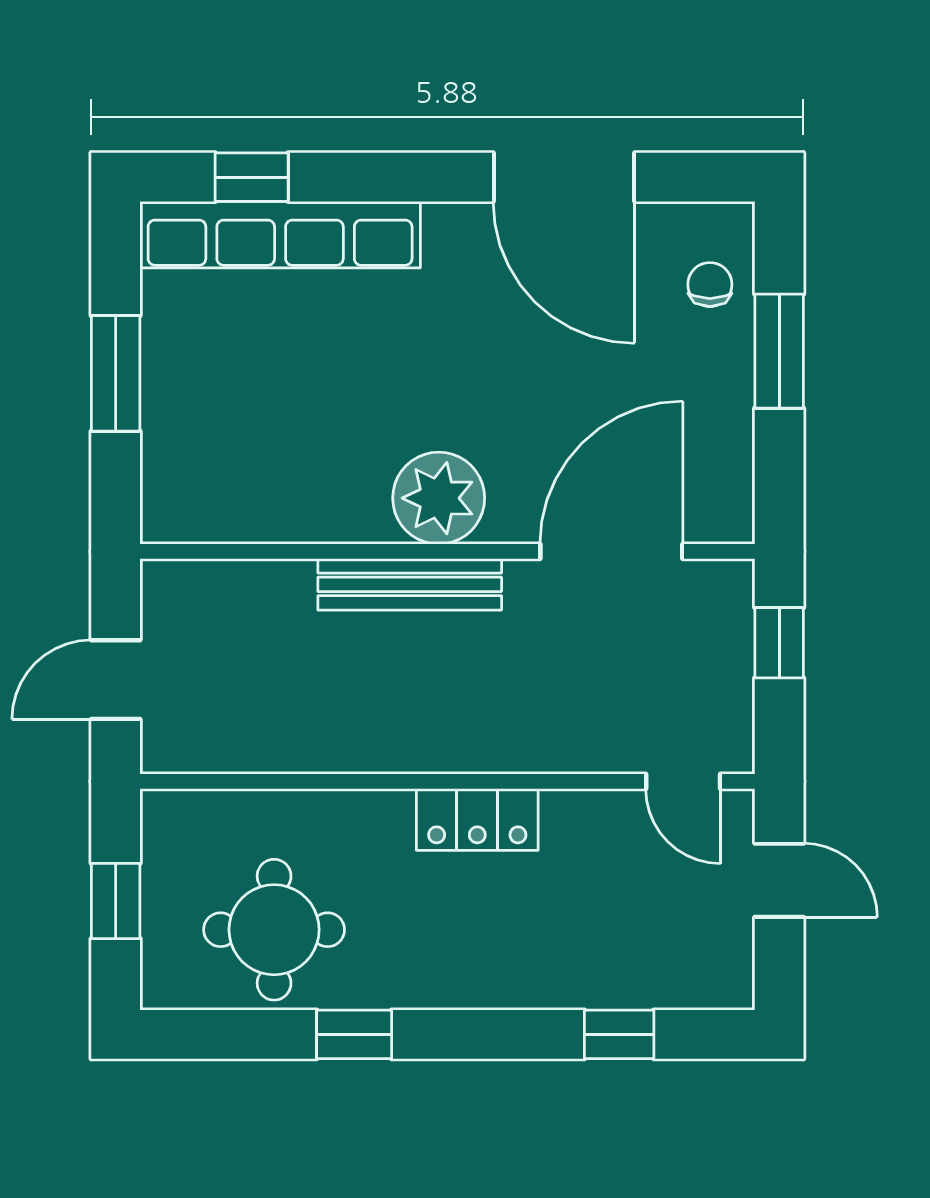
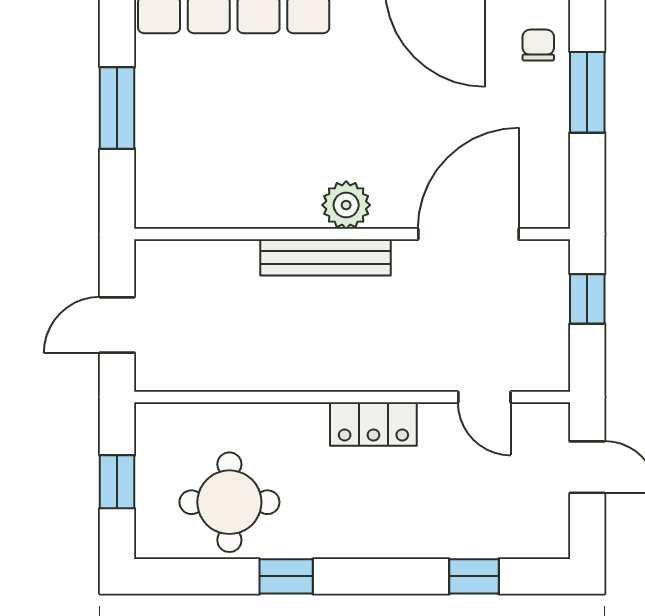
plant: (439, 498) -> (346, 205), width x0.73, depth x0.73
door: (683, 781) -> (484, 397), moved

